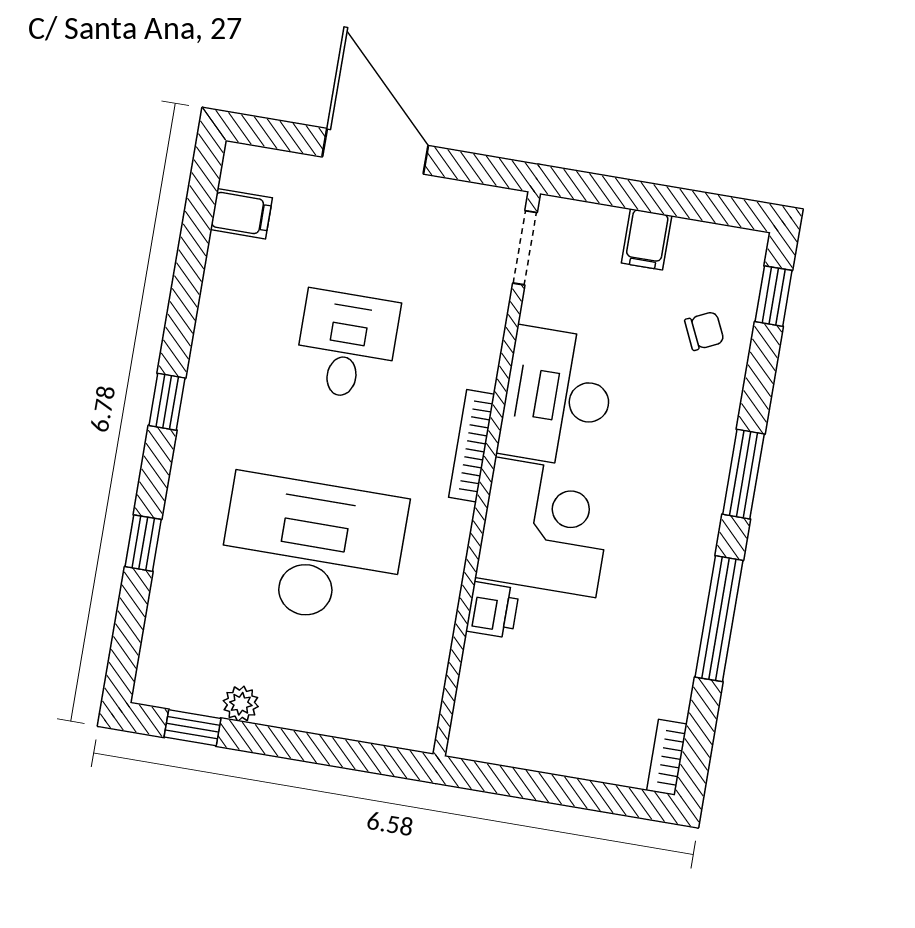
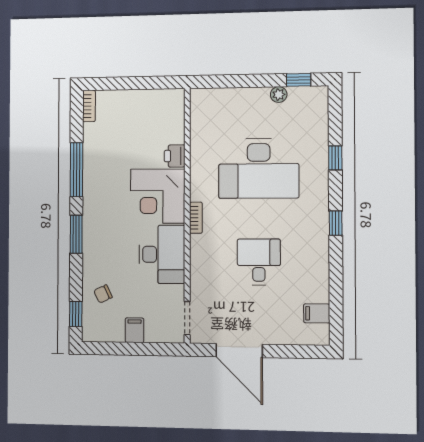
door: (375, 151) -> (239, 351), moved
desk: (347, 345) -> (259, 262), turned 180
bookcase: (472, 446) -> (196, 218), width x0.64

